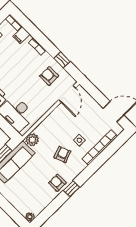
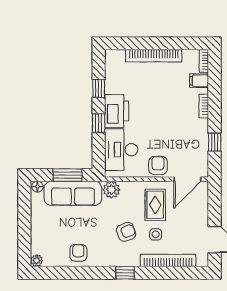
armchair: (49, 76) -> (158, 165), moved
rug: (64, 125) -> (155, 205), added
armchair: (57, 183) -> (78, 253), moved
window: (71, 189) -> (125, 273), moved

